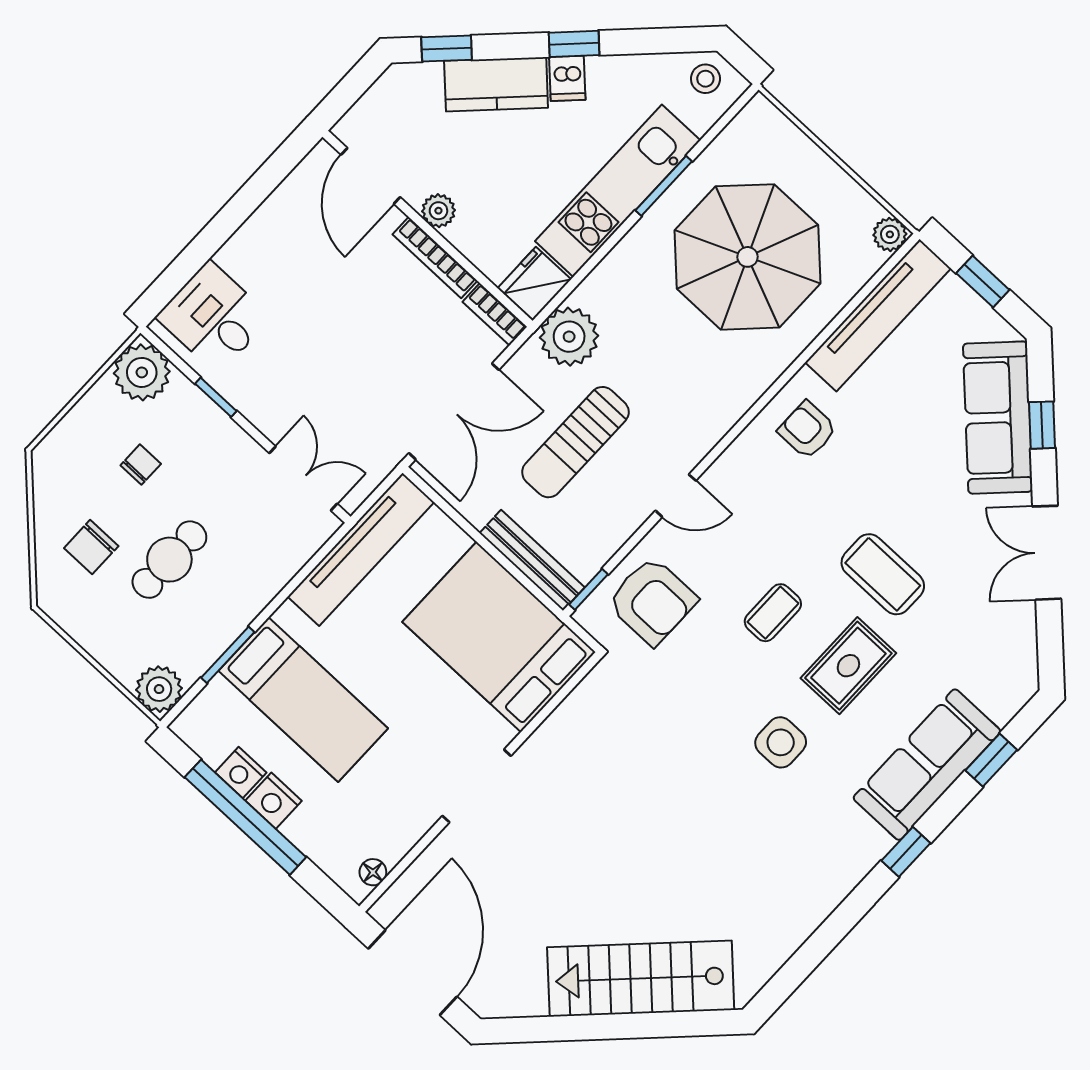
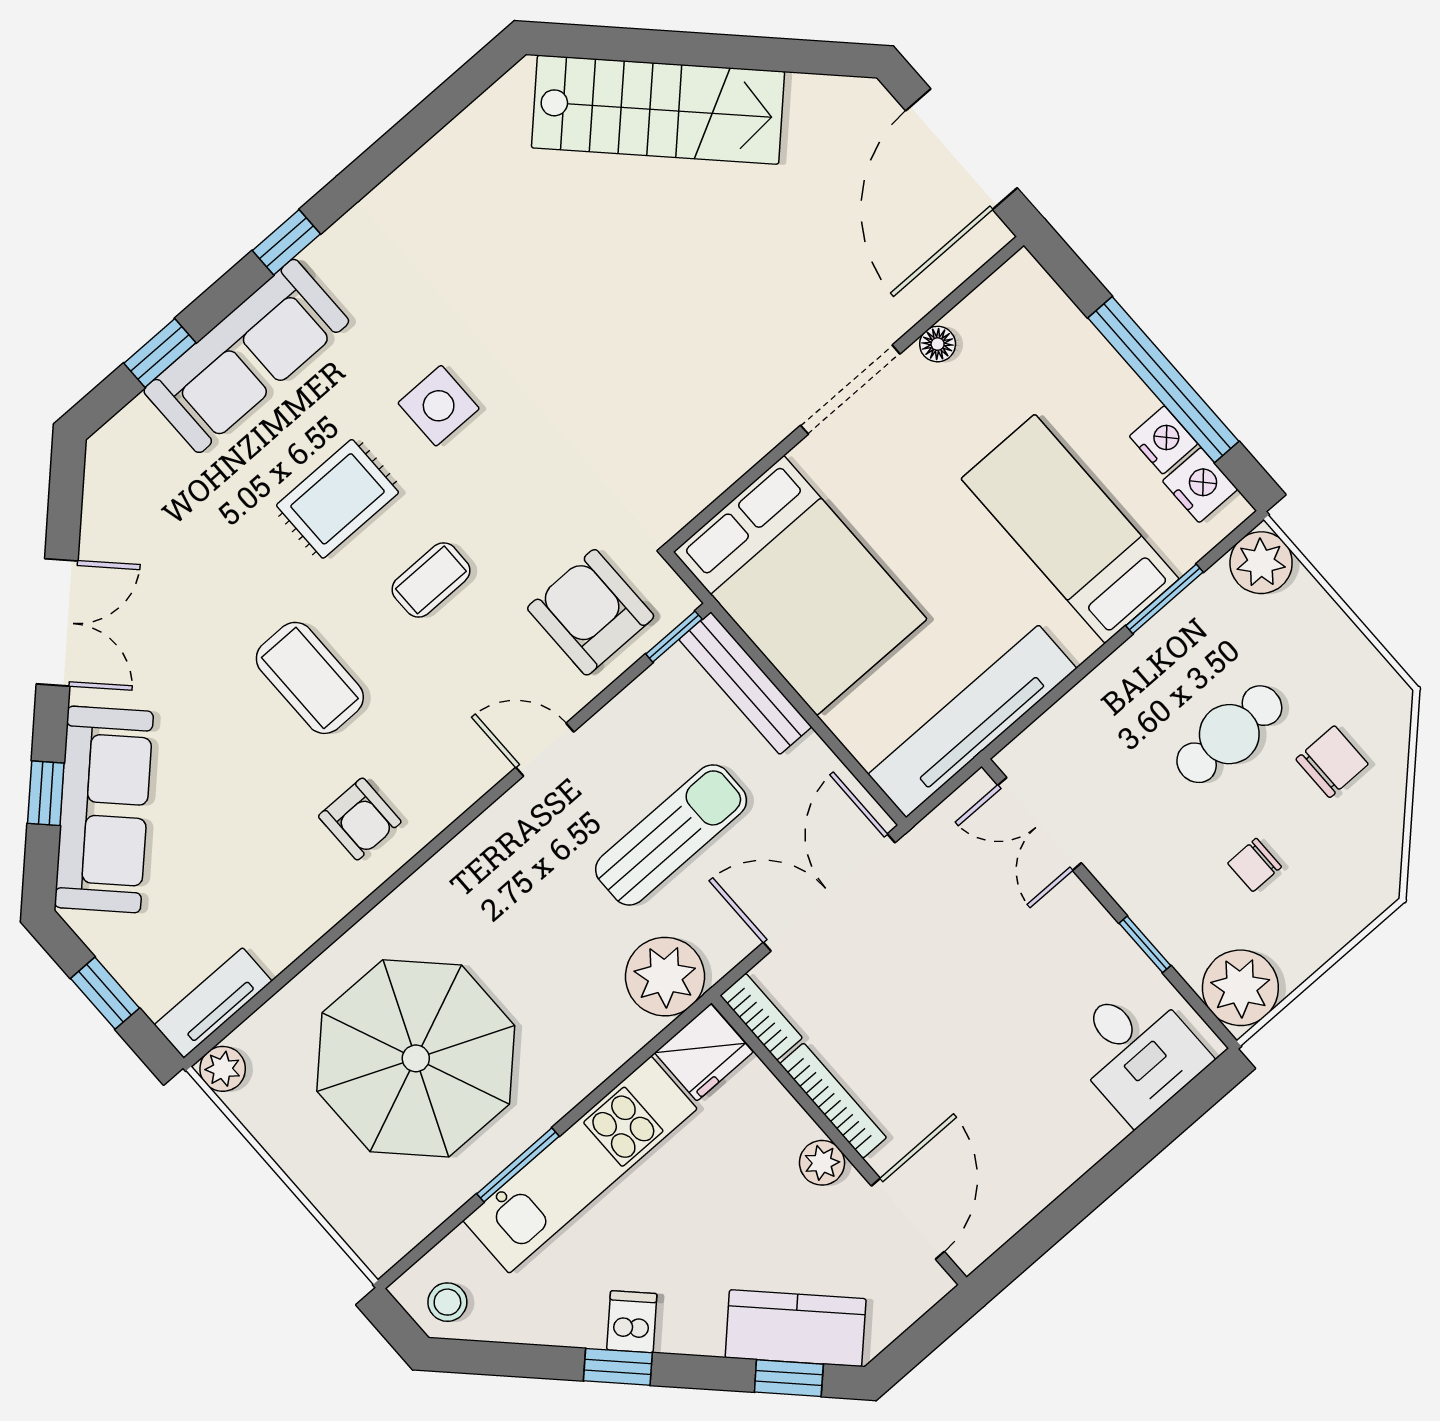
kitchen counter: (496, 84) -> (796, 1328), moved
tv unit: (878, 315) -> (213, 1003), width x0.52, depth x0.78
coffee table: (883, 574) -> (310, 678), moved
nightstand: (273, 801) -> (1200, 485), moved
floor lamp: (373, 872) -> (938, 344), moved

